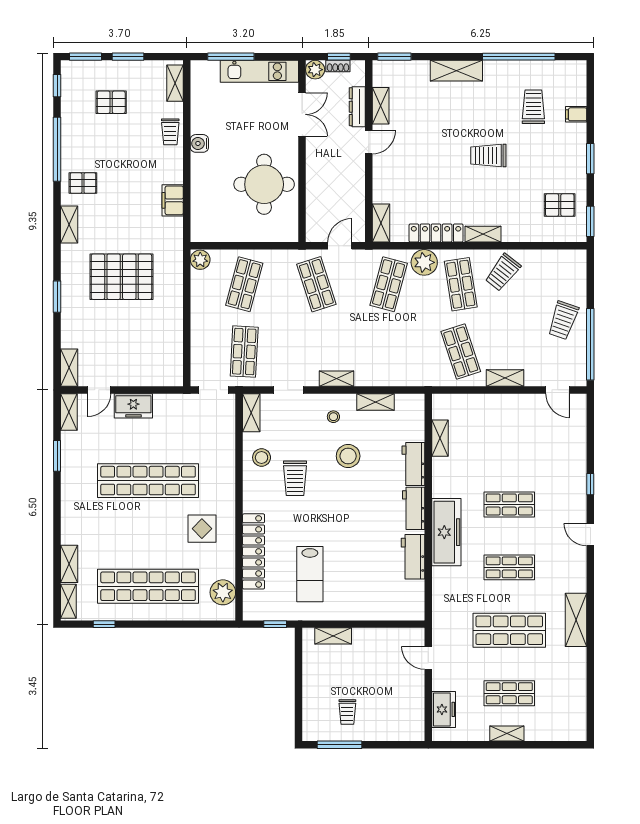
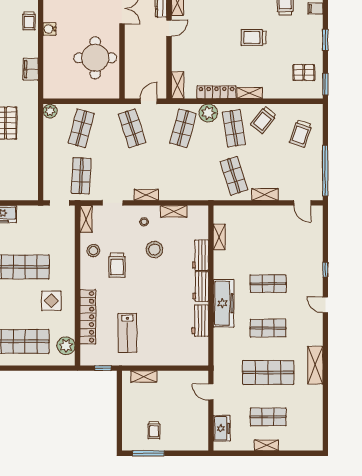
trolley: (563, 320) -> (301, 133), moved

